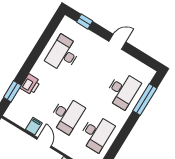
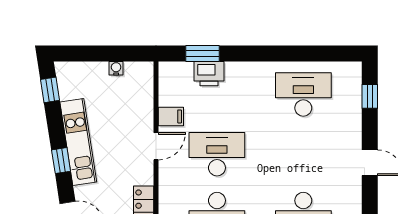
printer: (30, 84) -> (209, 74), moved
desk: (67, 115) -> (217, 154), turned 180

